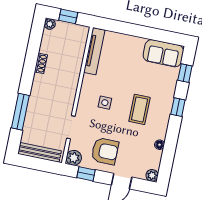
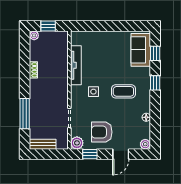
tv unit: (94, 51) -> (76, 65), moved
sofa: (163, 53) -> (141, 50), moved, turned 90
coffee table: (140, 109) -> (123, 91), turned 90
armchair: (105, 151) -> (102, 132), turned 180
bench: (39, 152) -> (43, 144), width x0.73

